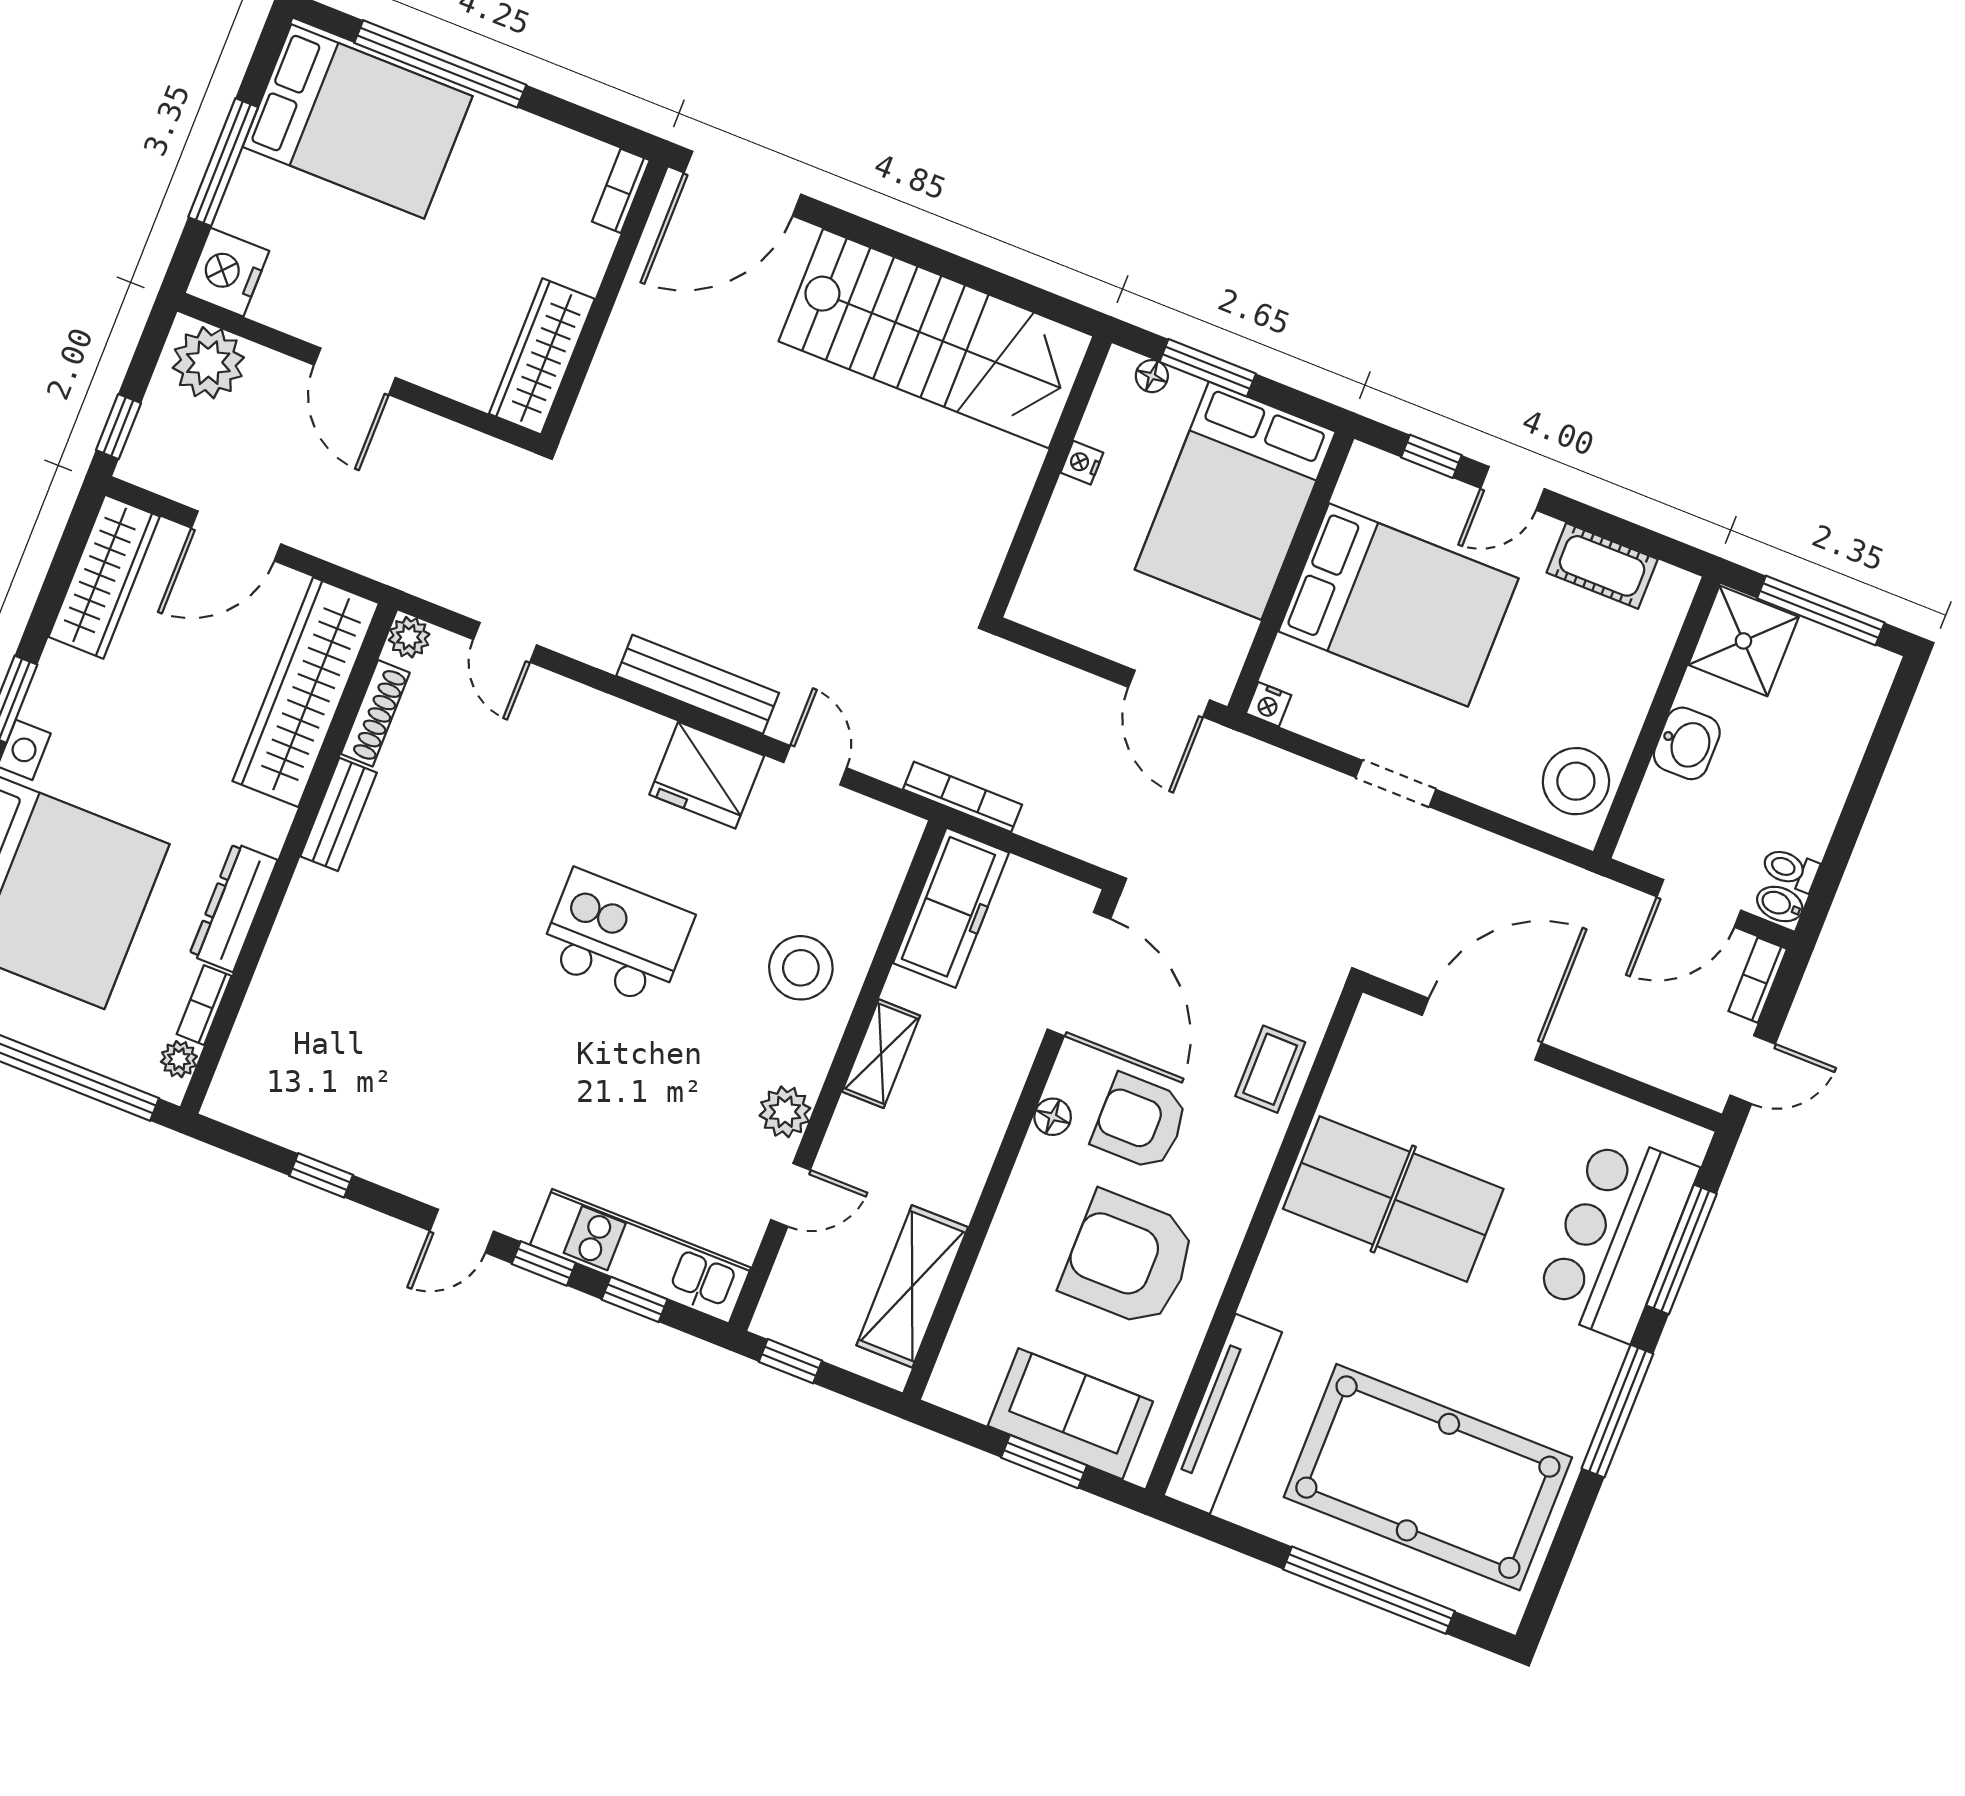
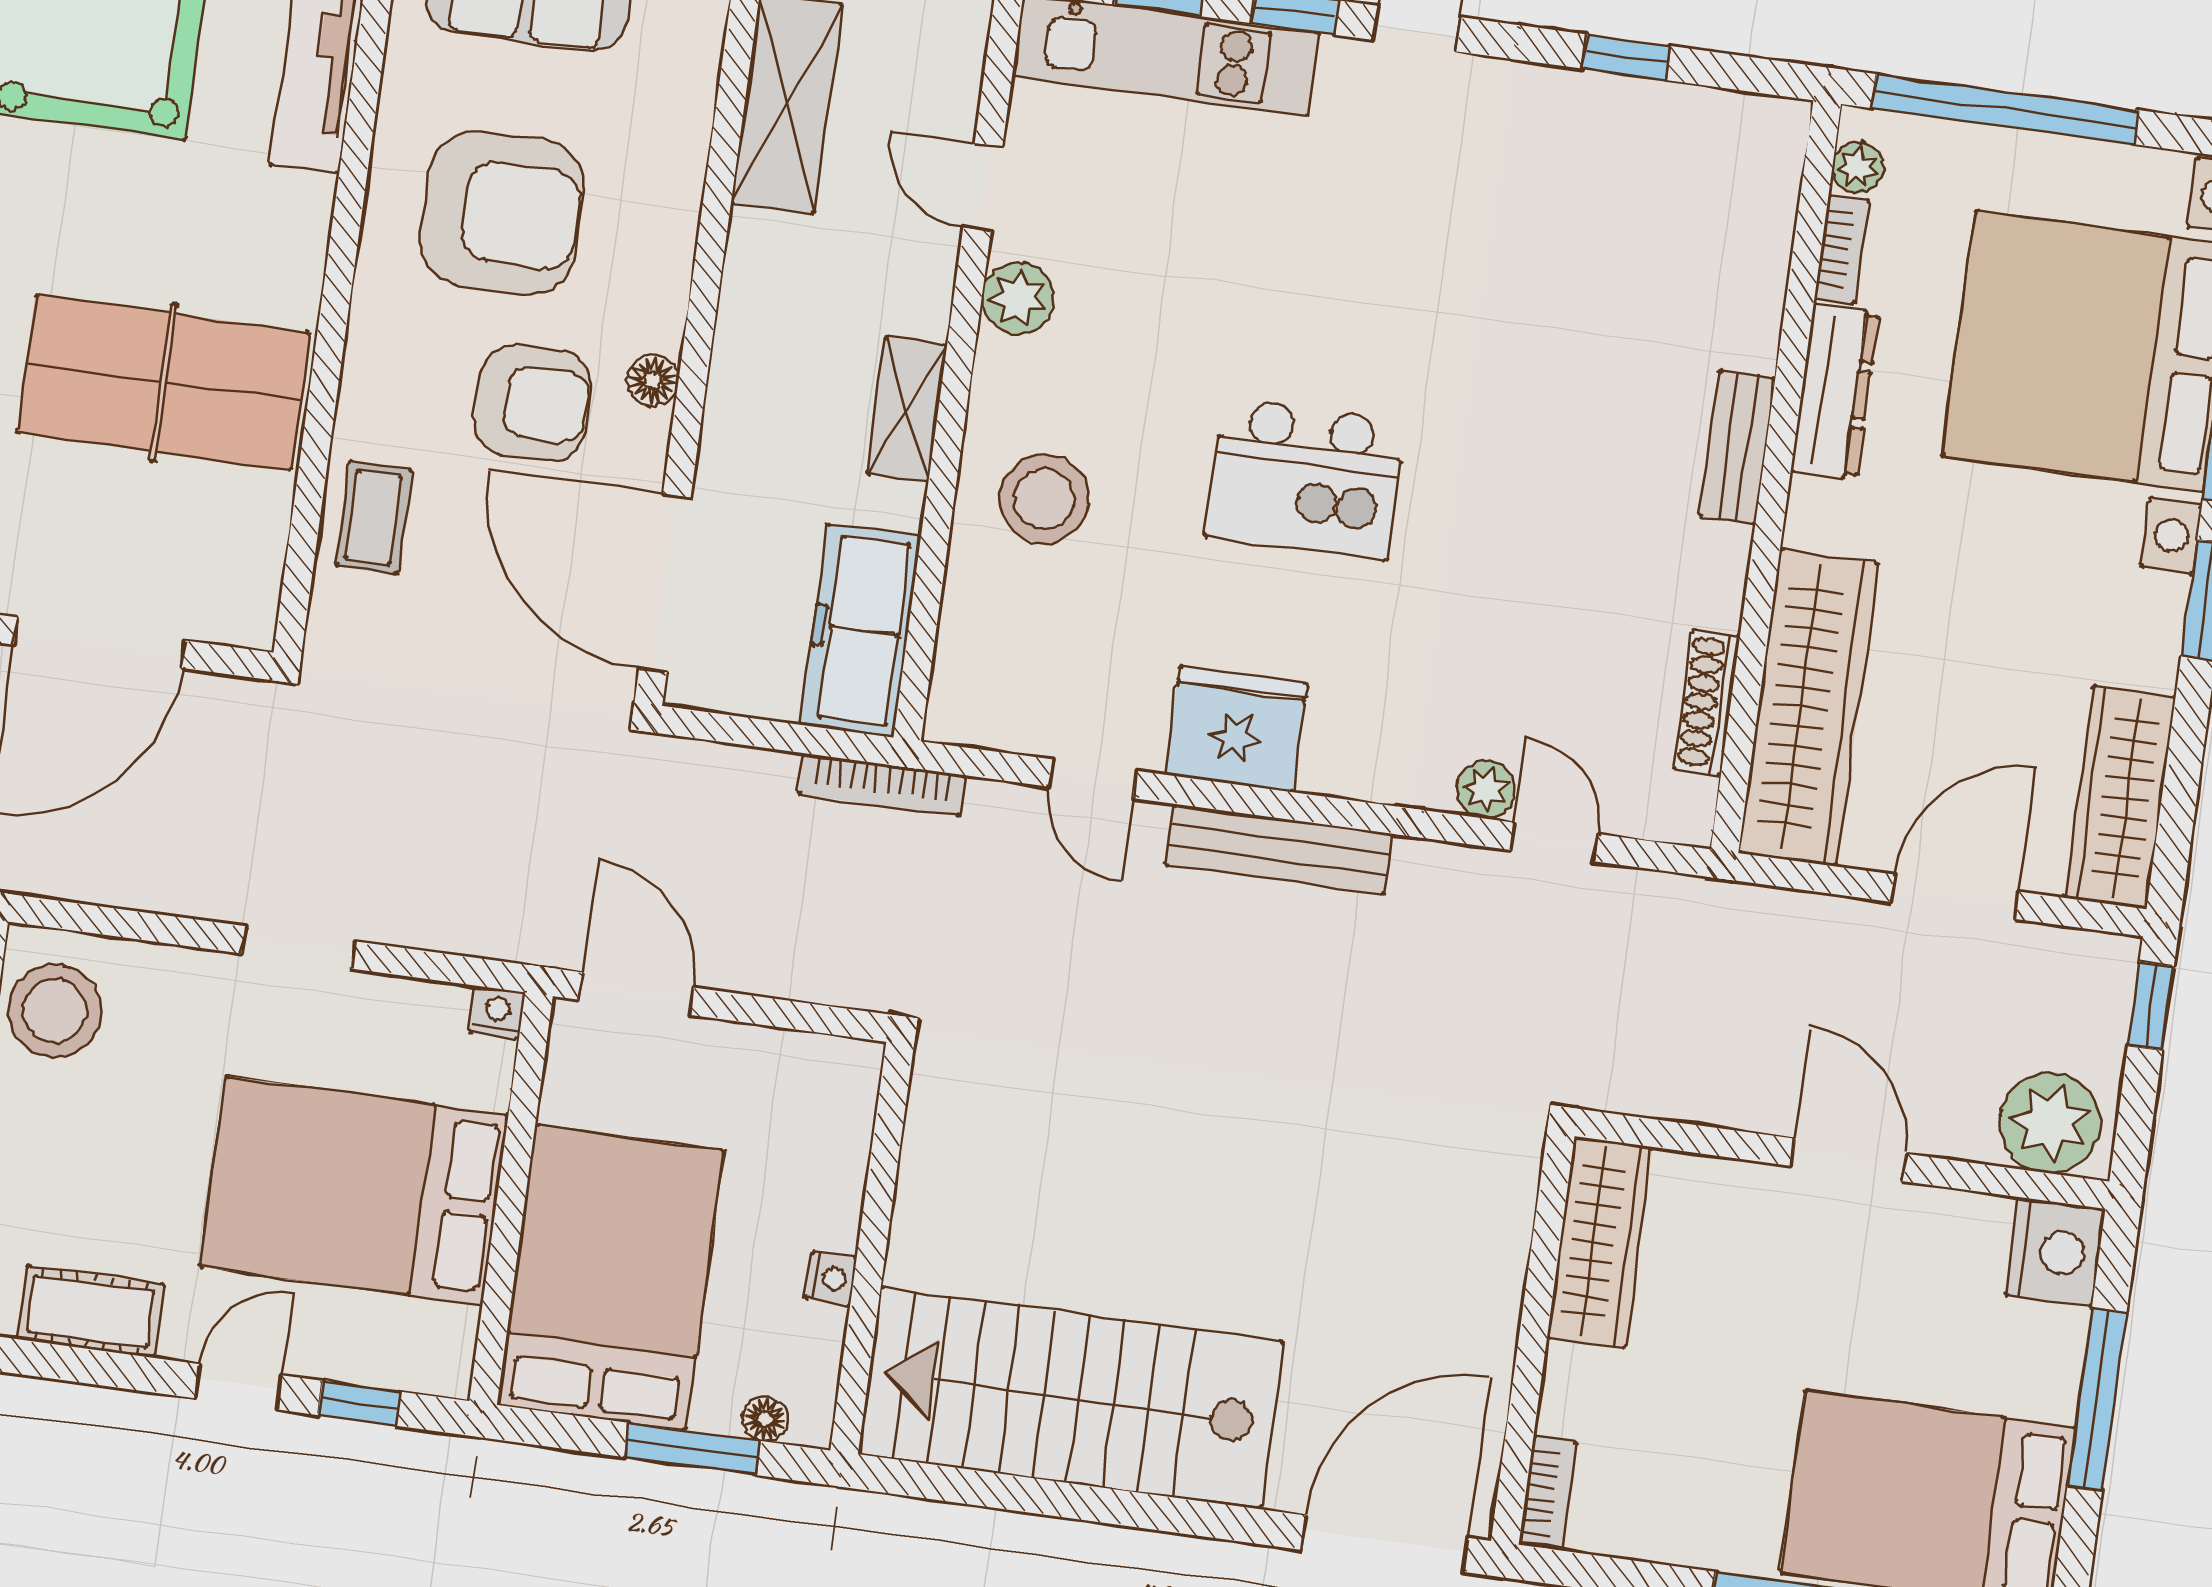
plant: (409, 637) -> (1486, 790), moved
bench: (339, 814) -> (1737, 447), moved
door: (790, 1195) -> (983, 187), hinge flipped

